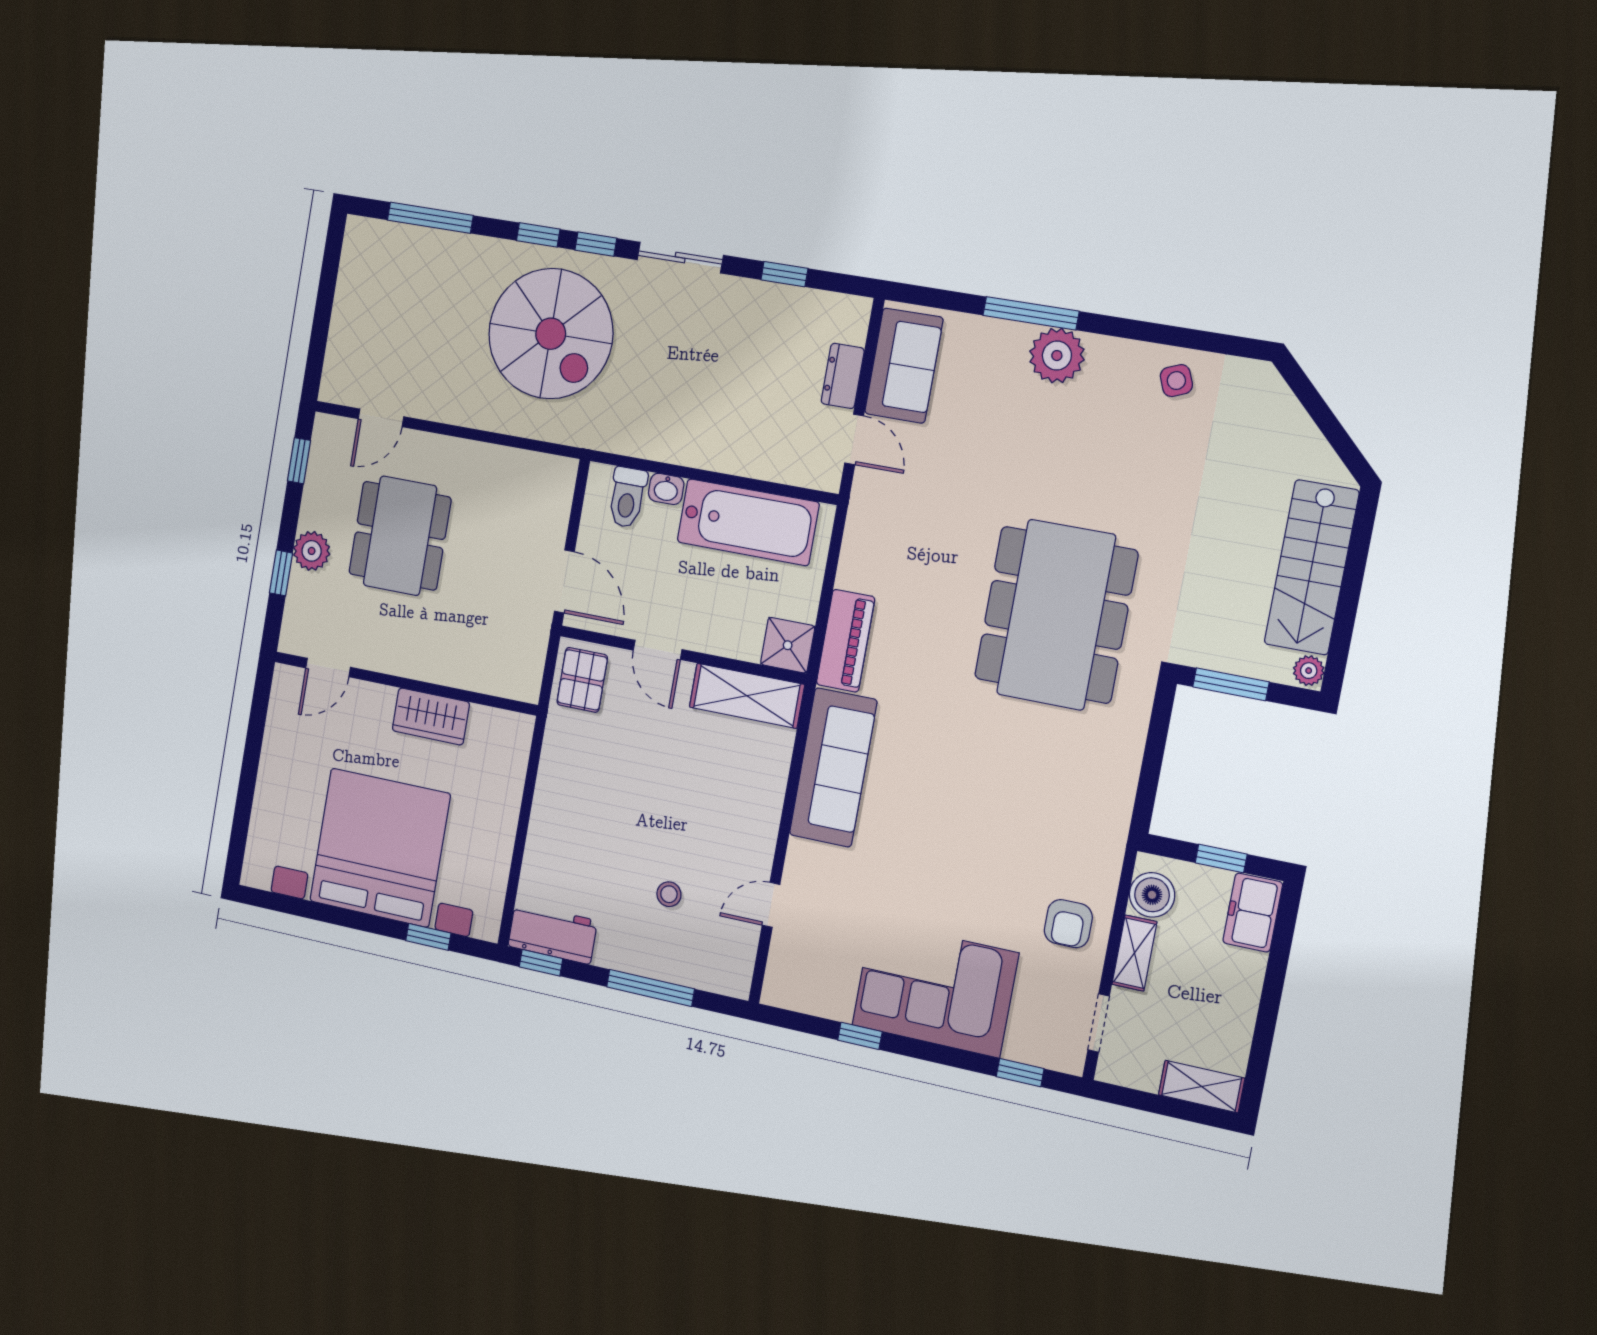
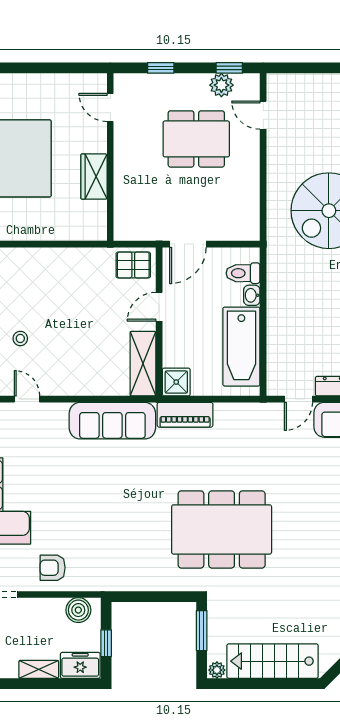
plant: (312, 551) -> (221, 85), moved
shelving: (1134, 953) -> (39, 669), moved

